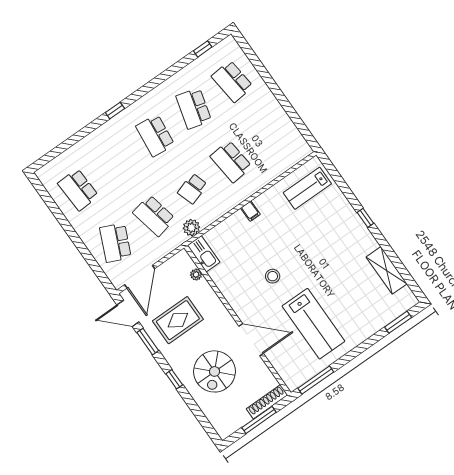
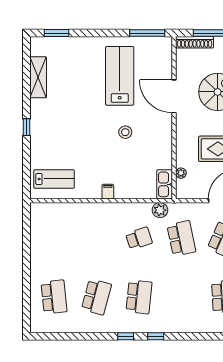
window: (203, 49) -> (126, 336), moved
school desk: (231, 161) -> (96, 238), removed

